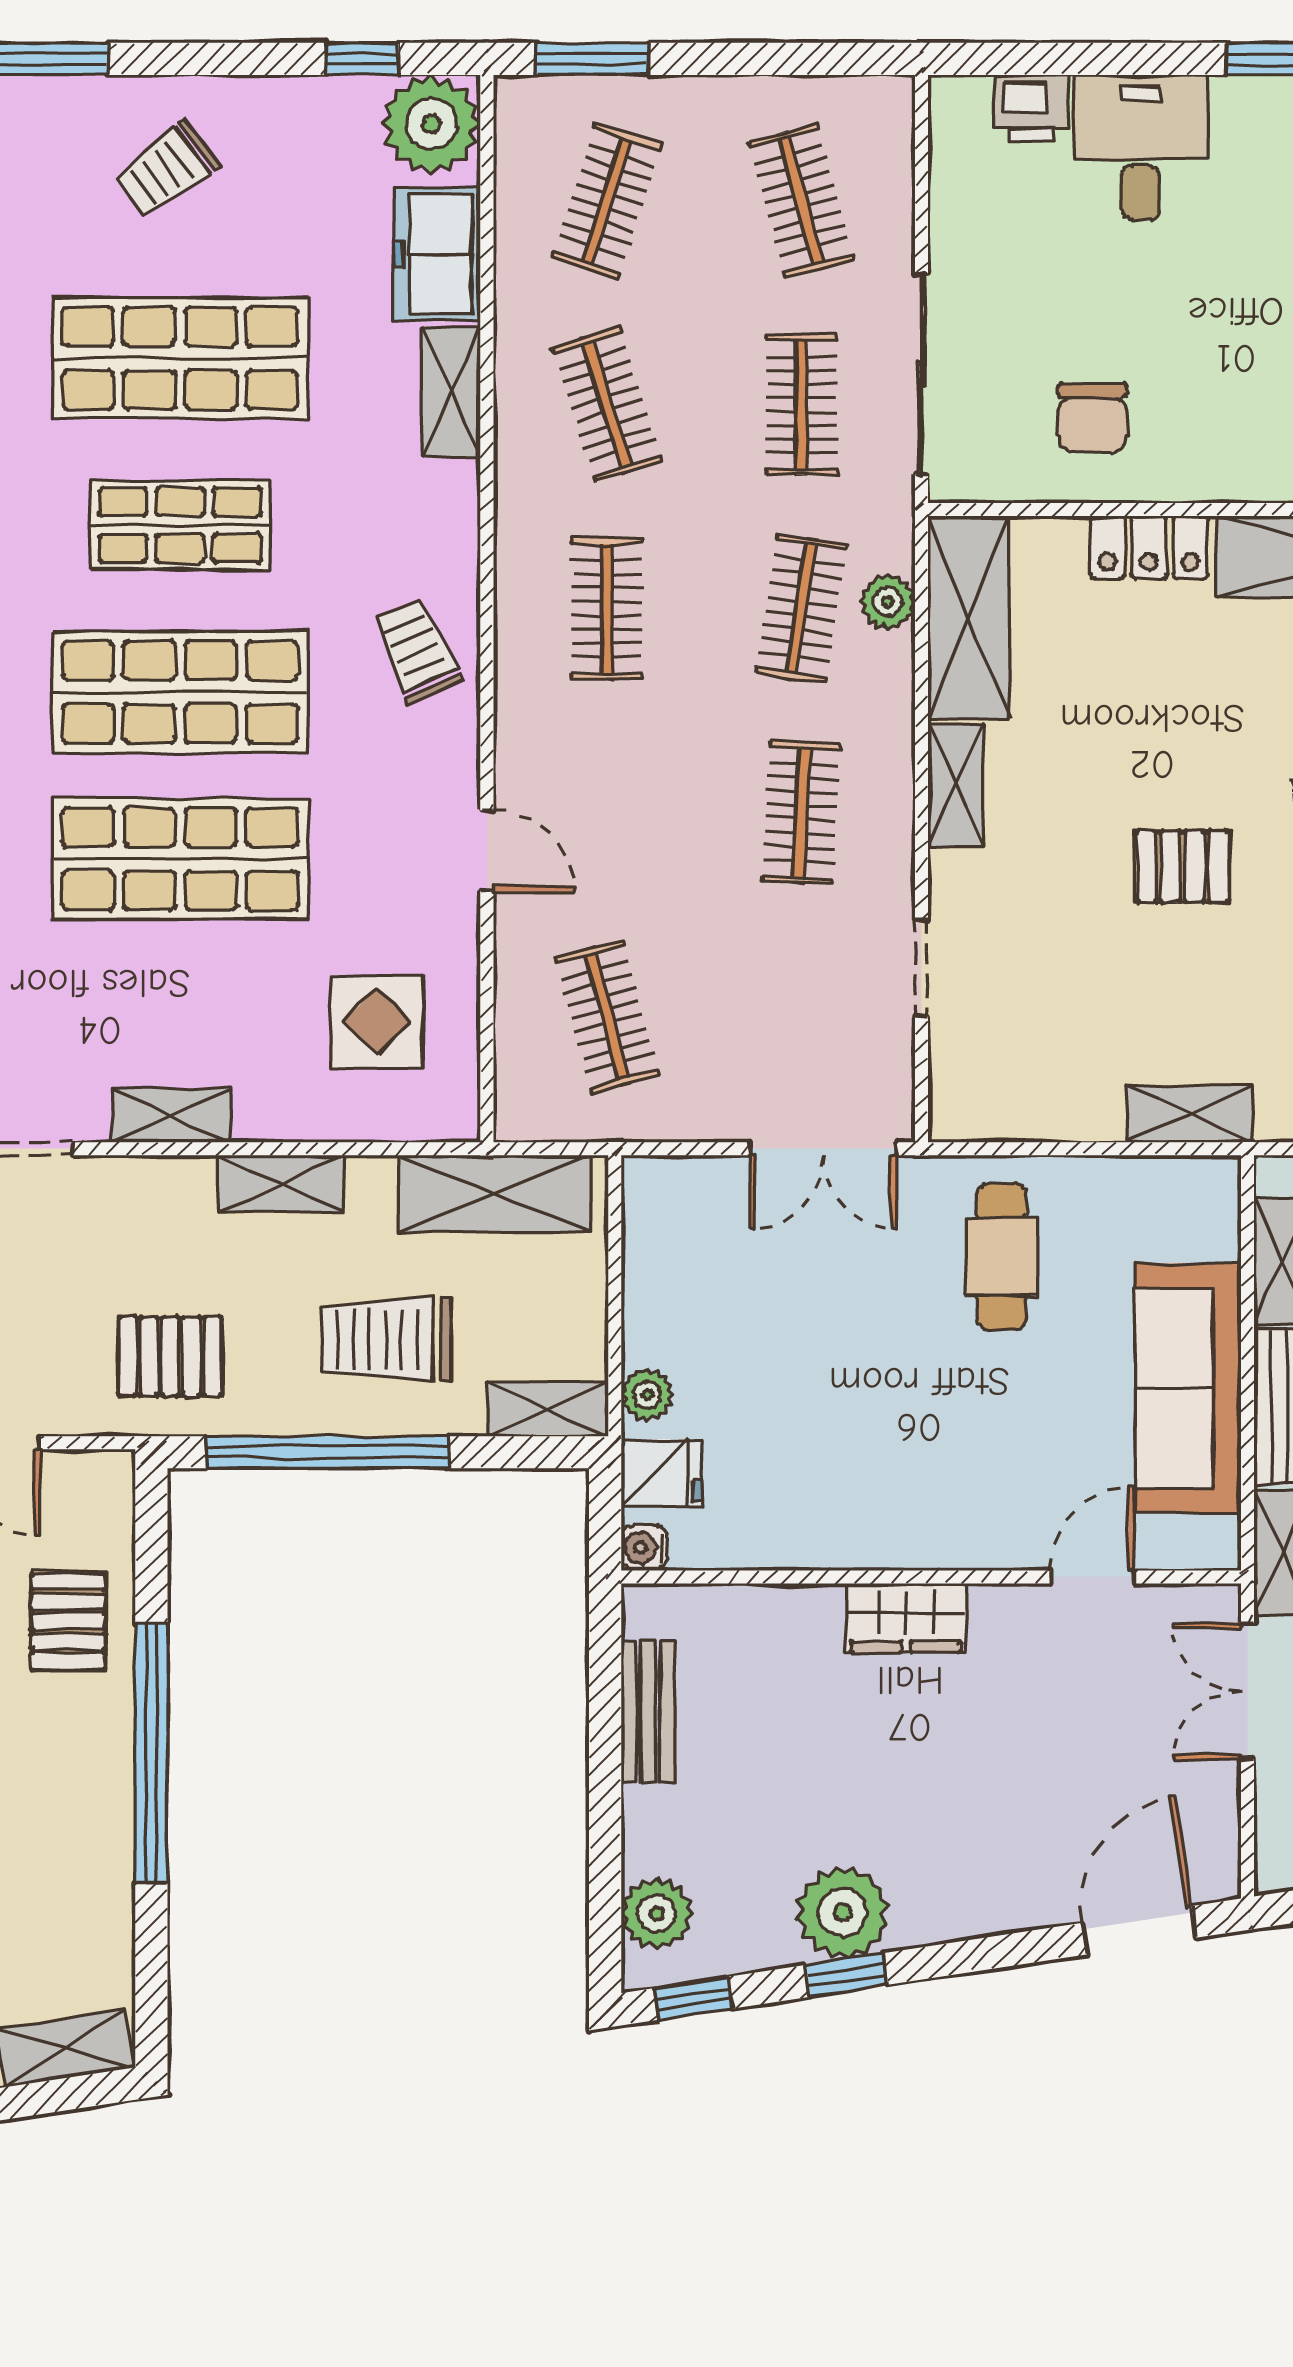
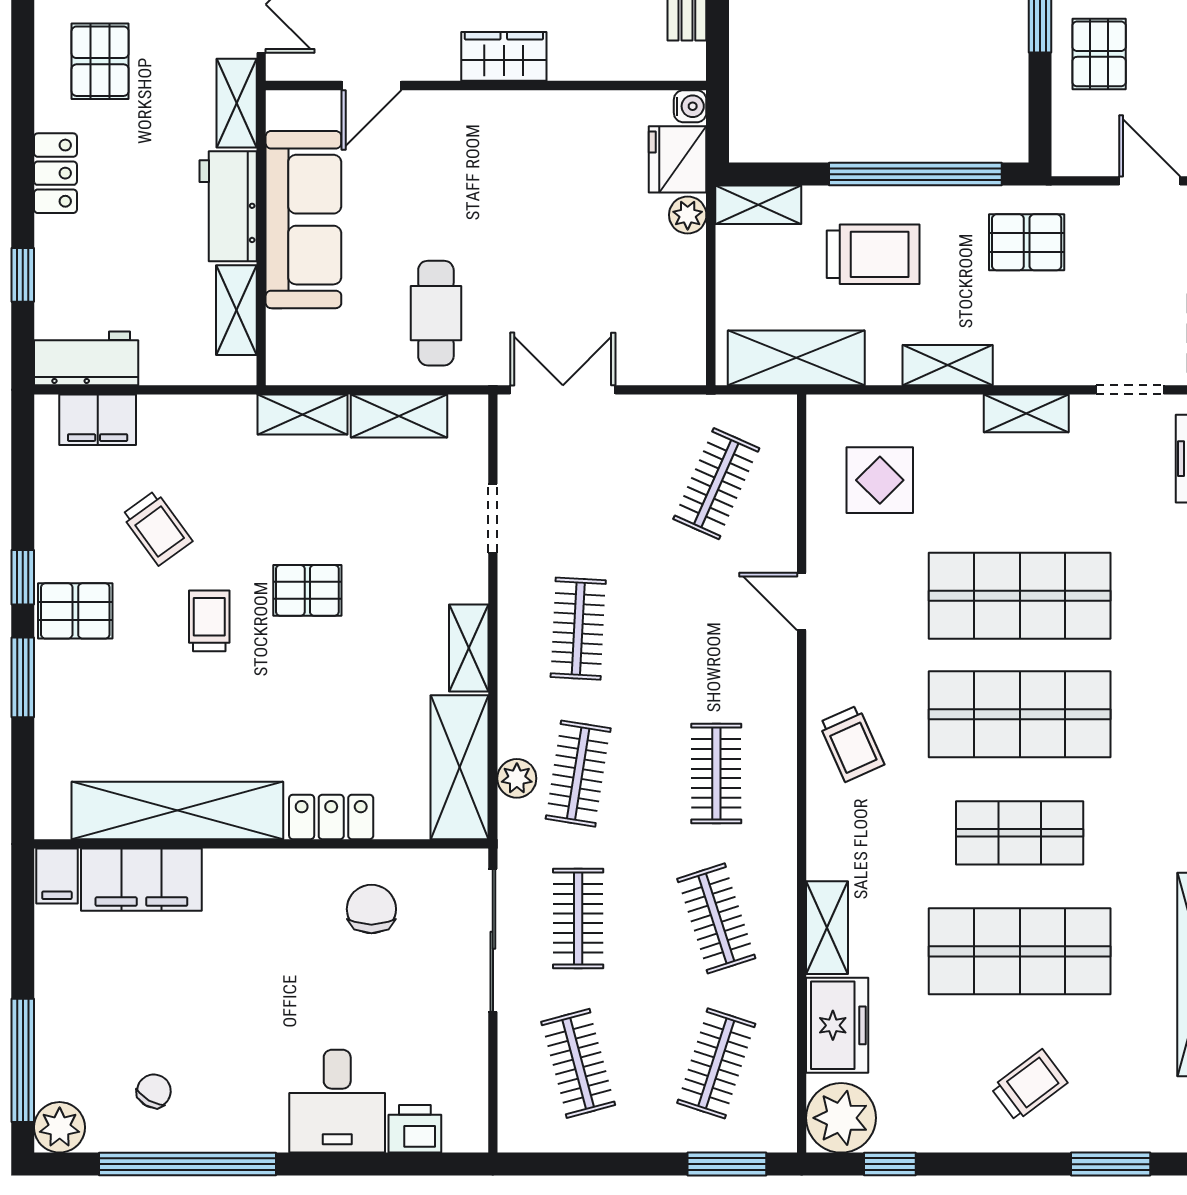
clothes rail: (607, 1017) -> (716, 484), turned 39
shelving: (1054, 1112) -> (399, 416), added
fridge: (662, 1473) -> (678, 159), width x1.38

